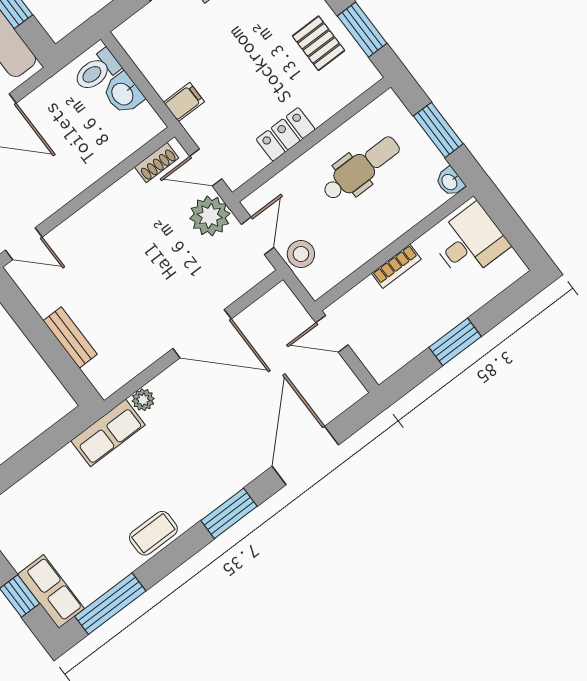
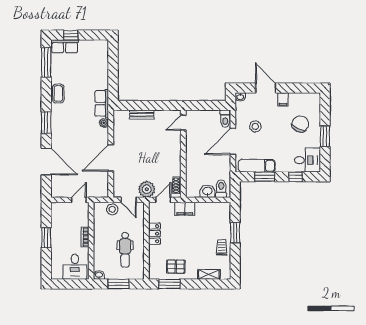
filing cabinet: (184, 102) -> (185, 209), width x2.00

